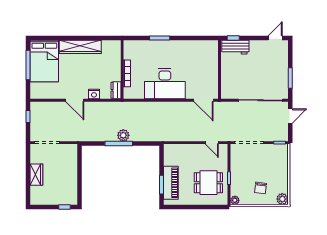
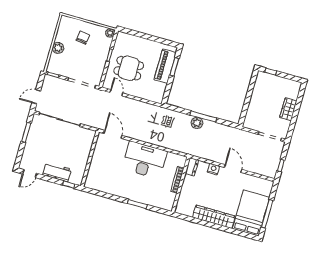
workbench: (235, 47) -> (57, 172), moved
dining table: (208, 183) -> (129, 68), moved
plant: (282, 199) -> (58, 48), moved

